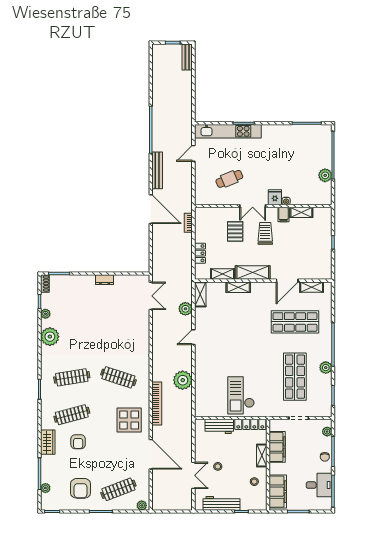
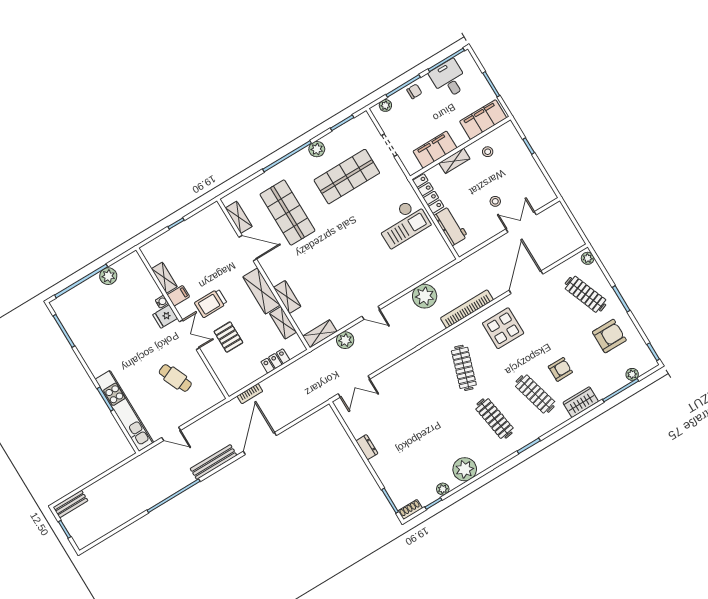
pallet: (235, 231) -> (228, 337), turned 90
double door: (151, 296) -> (354, 386), swing flipped
workbench: (222, 503) -> (533, 173), removed

